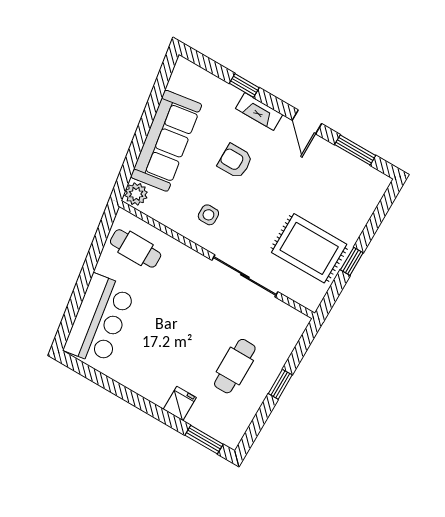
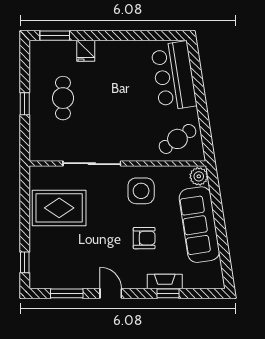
fireplace: (259, 111) -> (165, 282), moved
side table: (208, 215) -> (141, 191), width x1.87, depth x1.87
cafe table: (136, 248) -> (177, 139), turned -34
window: (352, 261) -> (25, 262), moved

